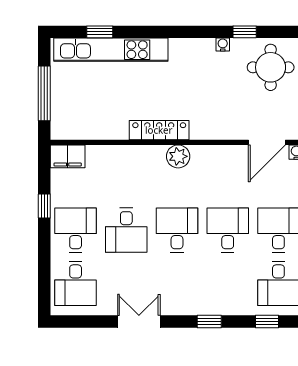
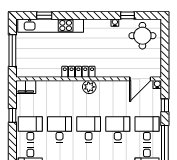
desk: (126, 230) -> (59, 129), turned 180

